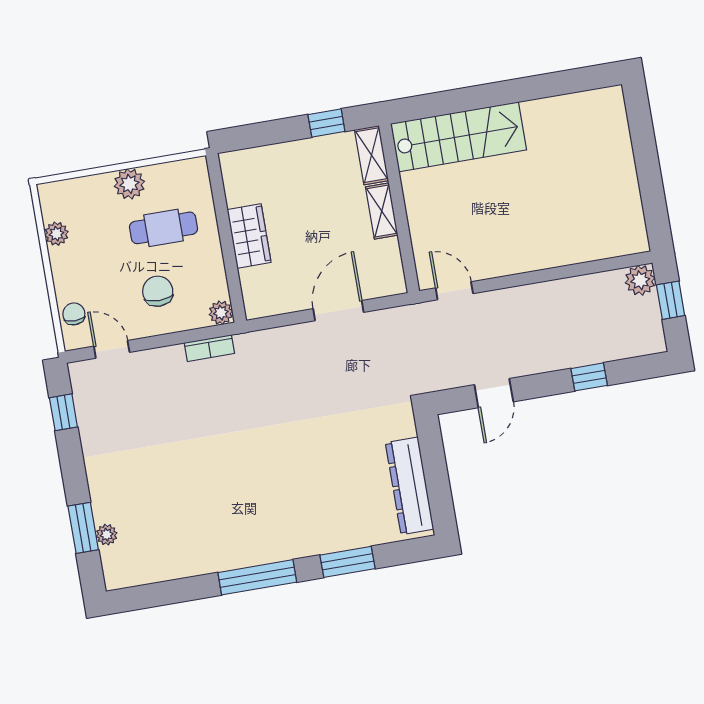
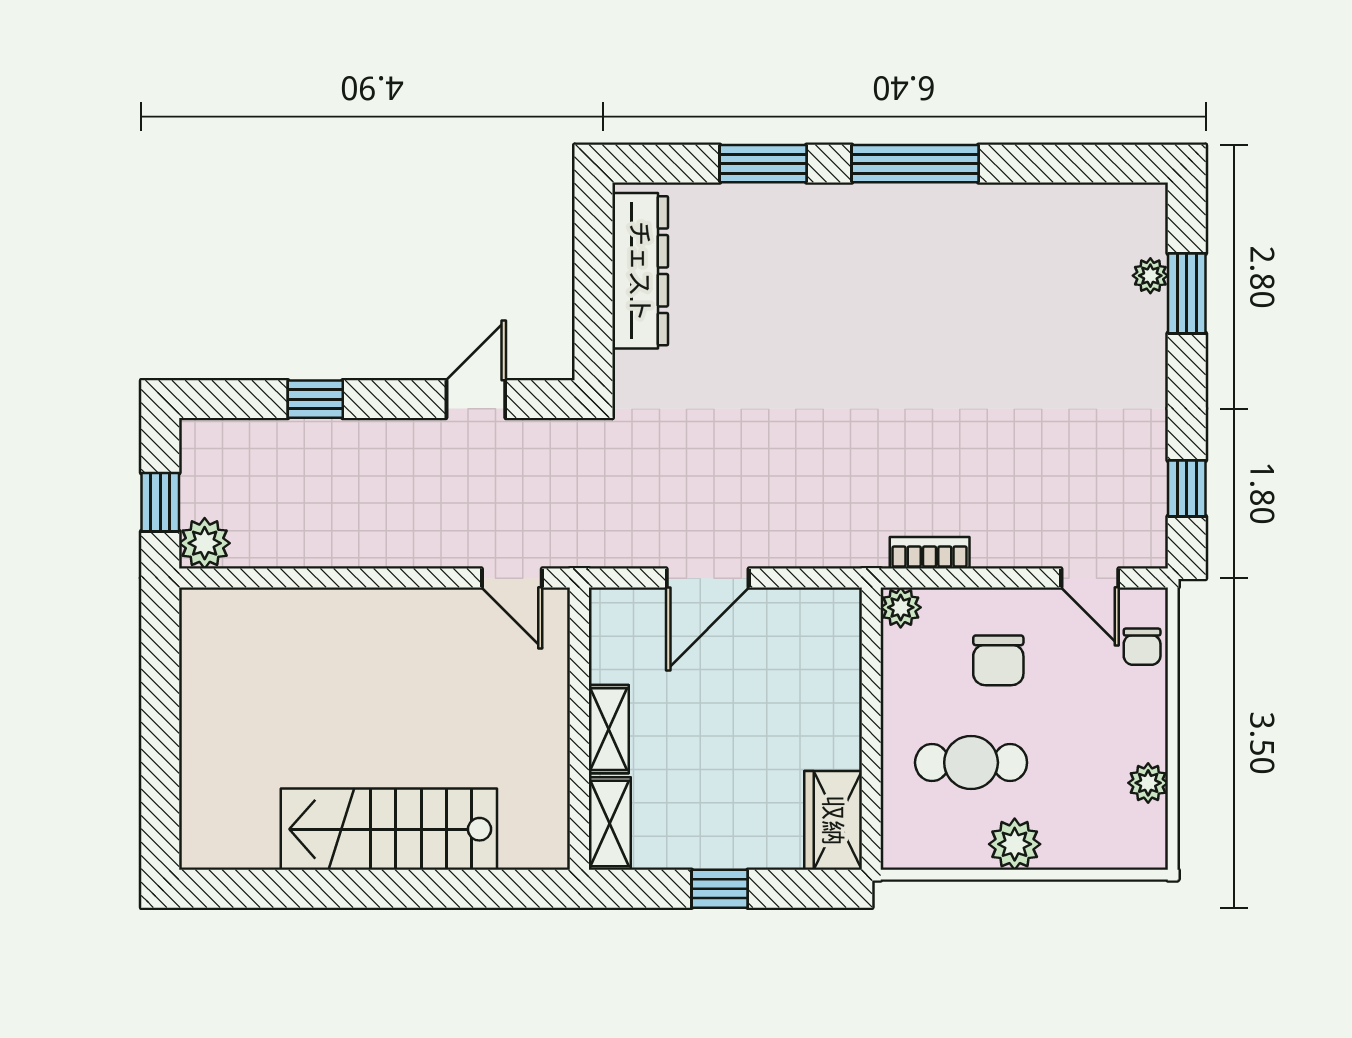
window: (326, 123) -> (720, 889), moved
stairs: (459, 137) -> (389, 829), moved
wardrobe: (249, 236) -> (833, 820), moved

